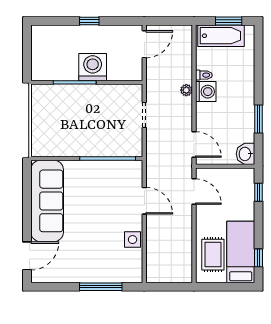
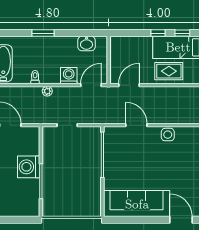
washing machine: (206, 92) -> (69, 76), moved
window: (258, 119) -> (43, 33), moved
washbasin: (245, 154) -> (86, 44), moved
window: (258, 192) -> (158, 33), moved
door: (144, 201) -> (136, 125), hinge flipped
rug: (213, 255) -> (169, 71), moved

